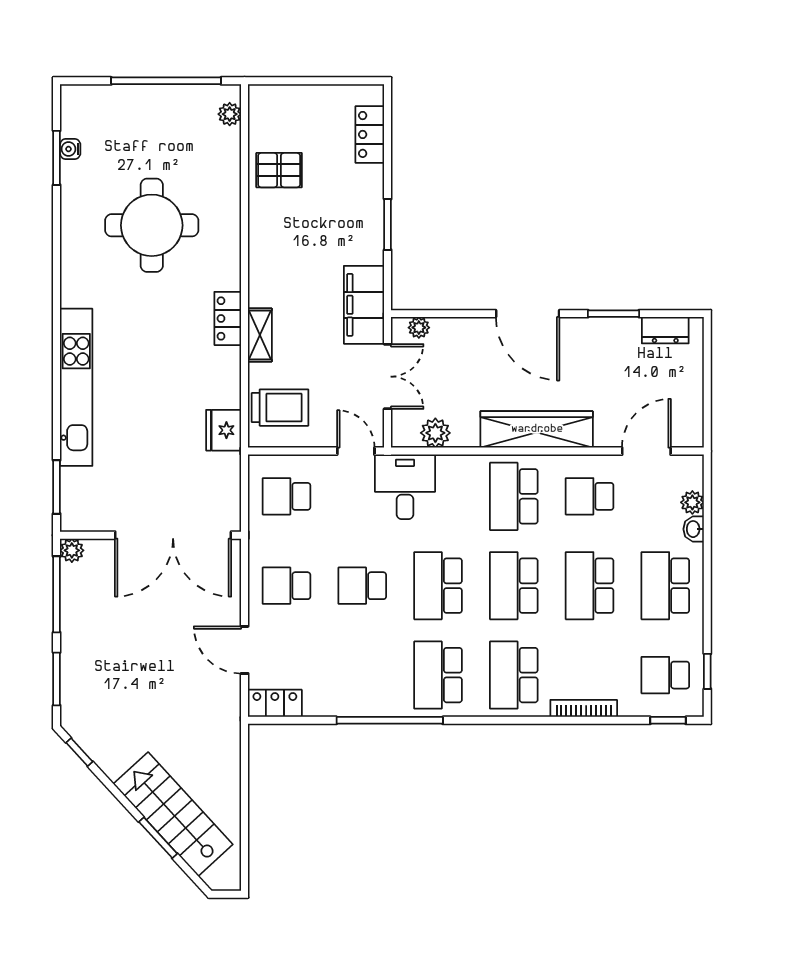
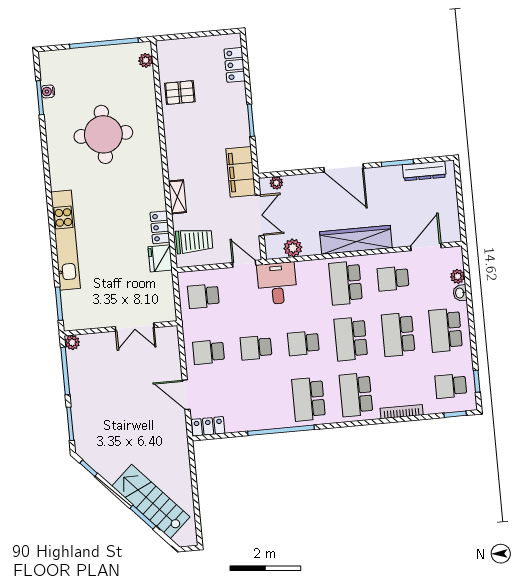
locker: (228, 318) -> (160, 227), moved
dresser: (665, 330) -> (424, 171), width x1.44
double door: (173, 535) -> (135, 327), width x0.54
school desk: (438, 586) -> (303, 343), width x0.54

